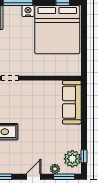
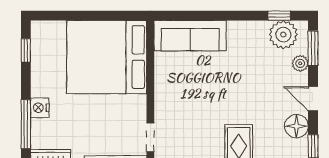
bed: (57, 30) -> (107, 57), moved, turned 180
floor lamp: (17, 167) -> (296, 126), added

